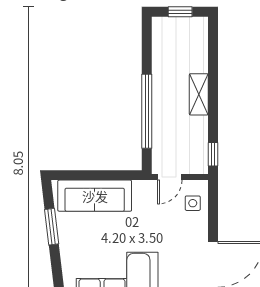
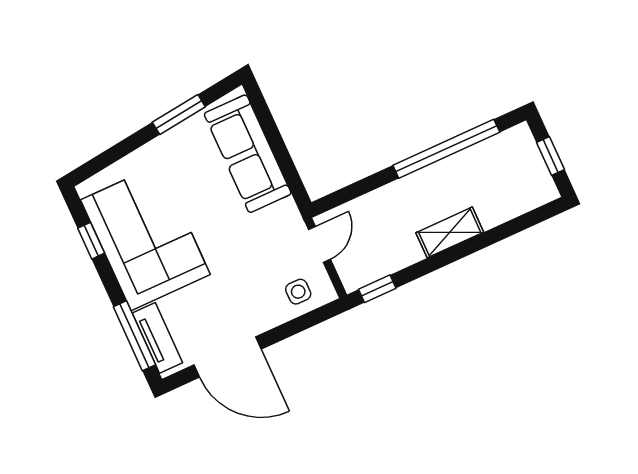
window: (147, 111) -> (446, 149), moved
door: (170, 177) -> (319, 244), swing flipped

